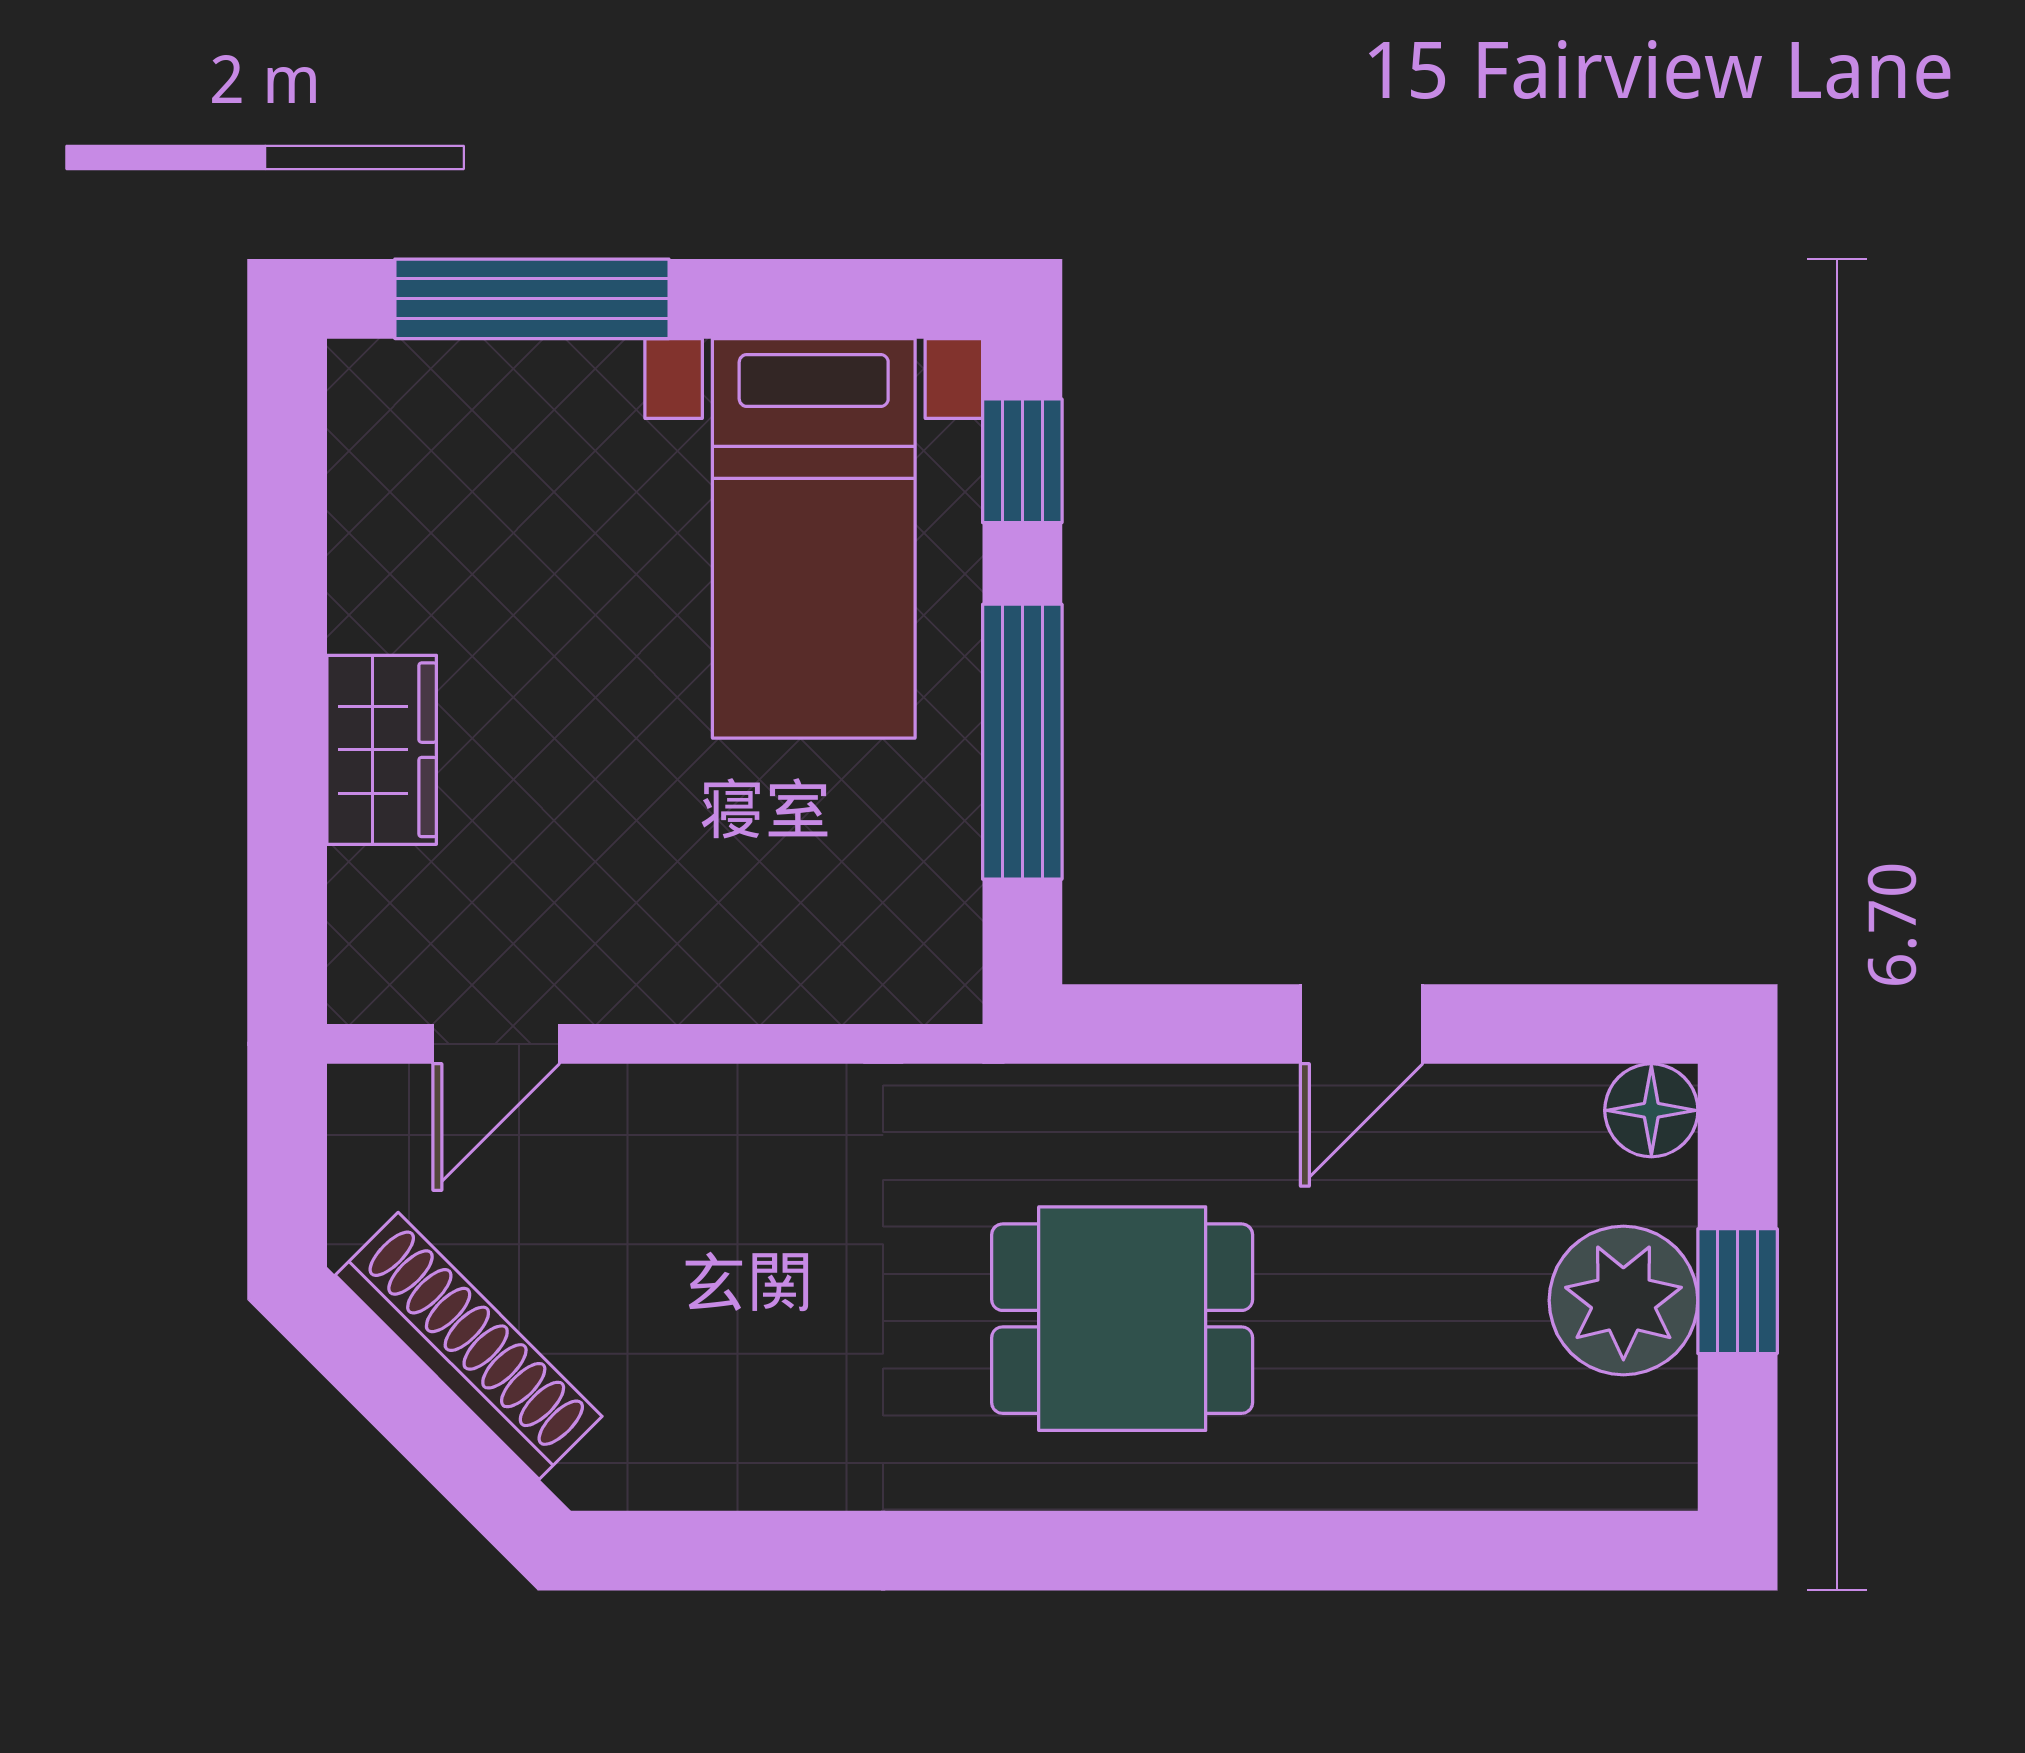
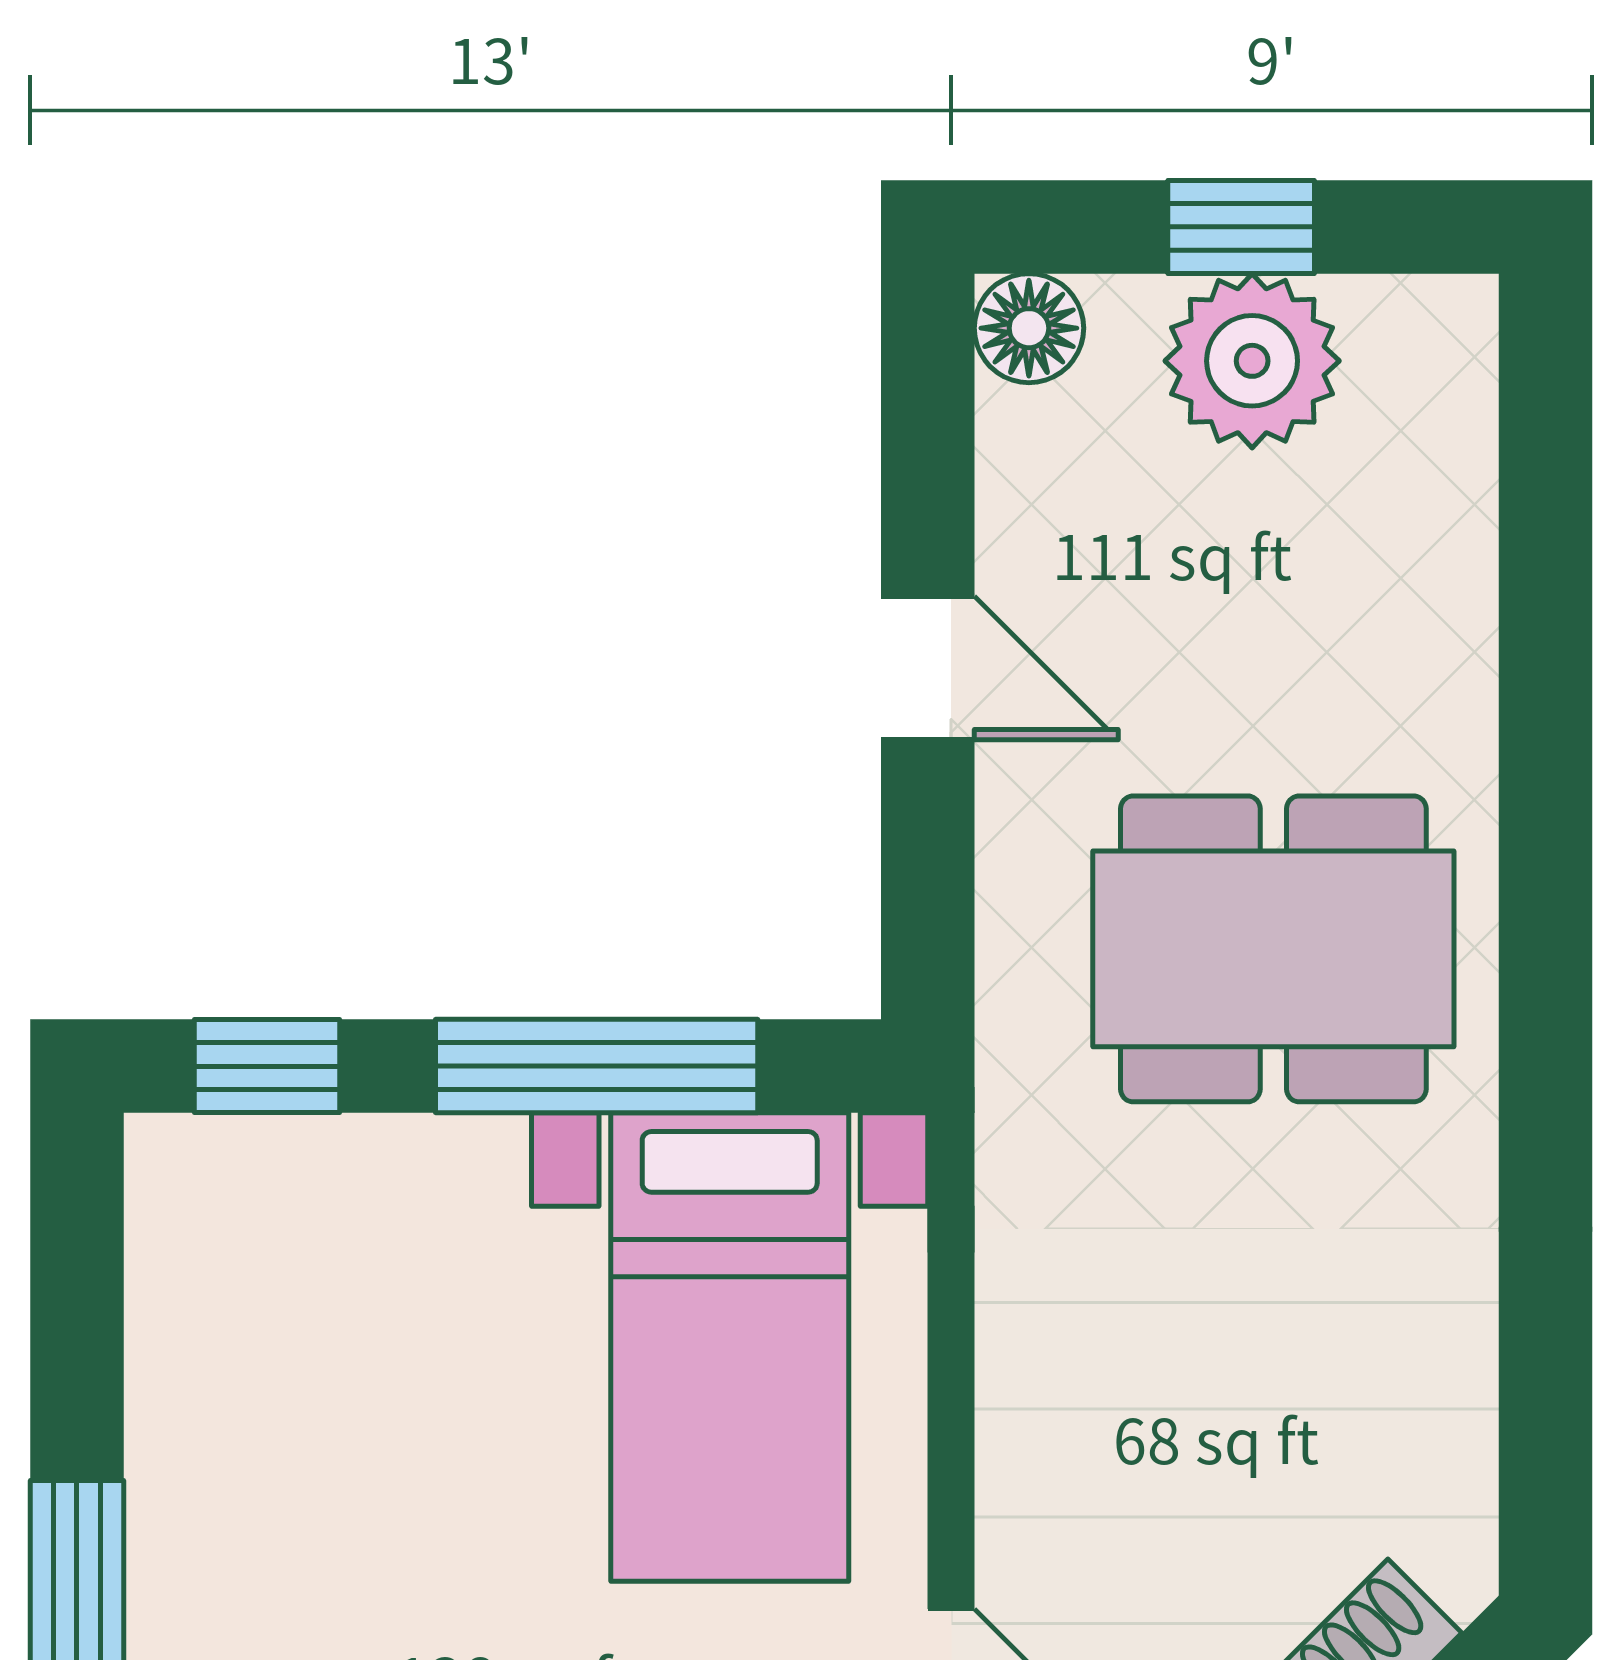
bed with nightstands: (814, 538) -> (730, 1347), moved, turned 90
dining table: (1122, 1319) -> (1273, 949), width x1.37

